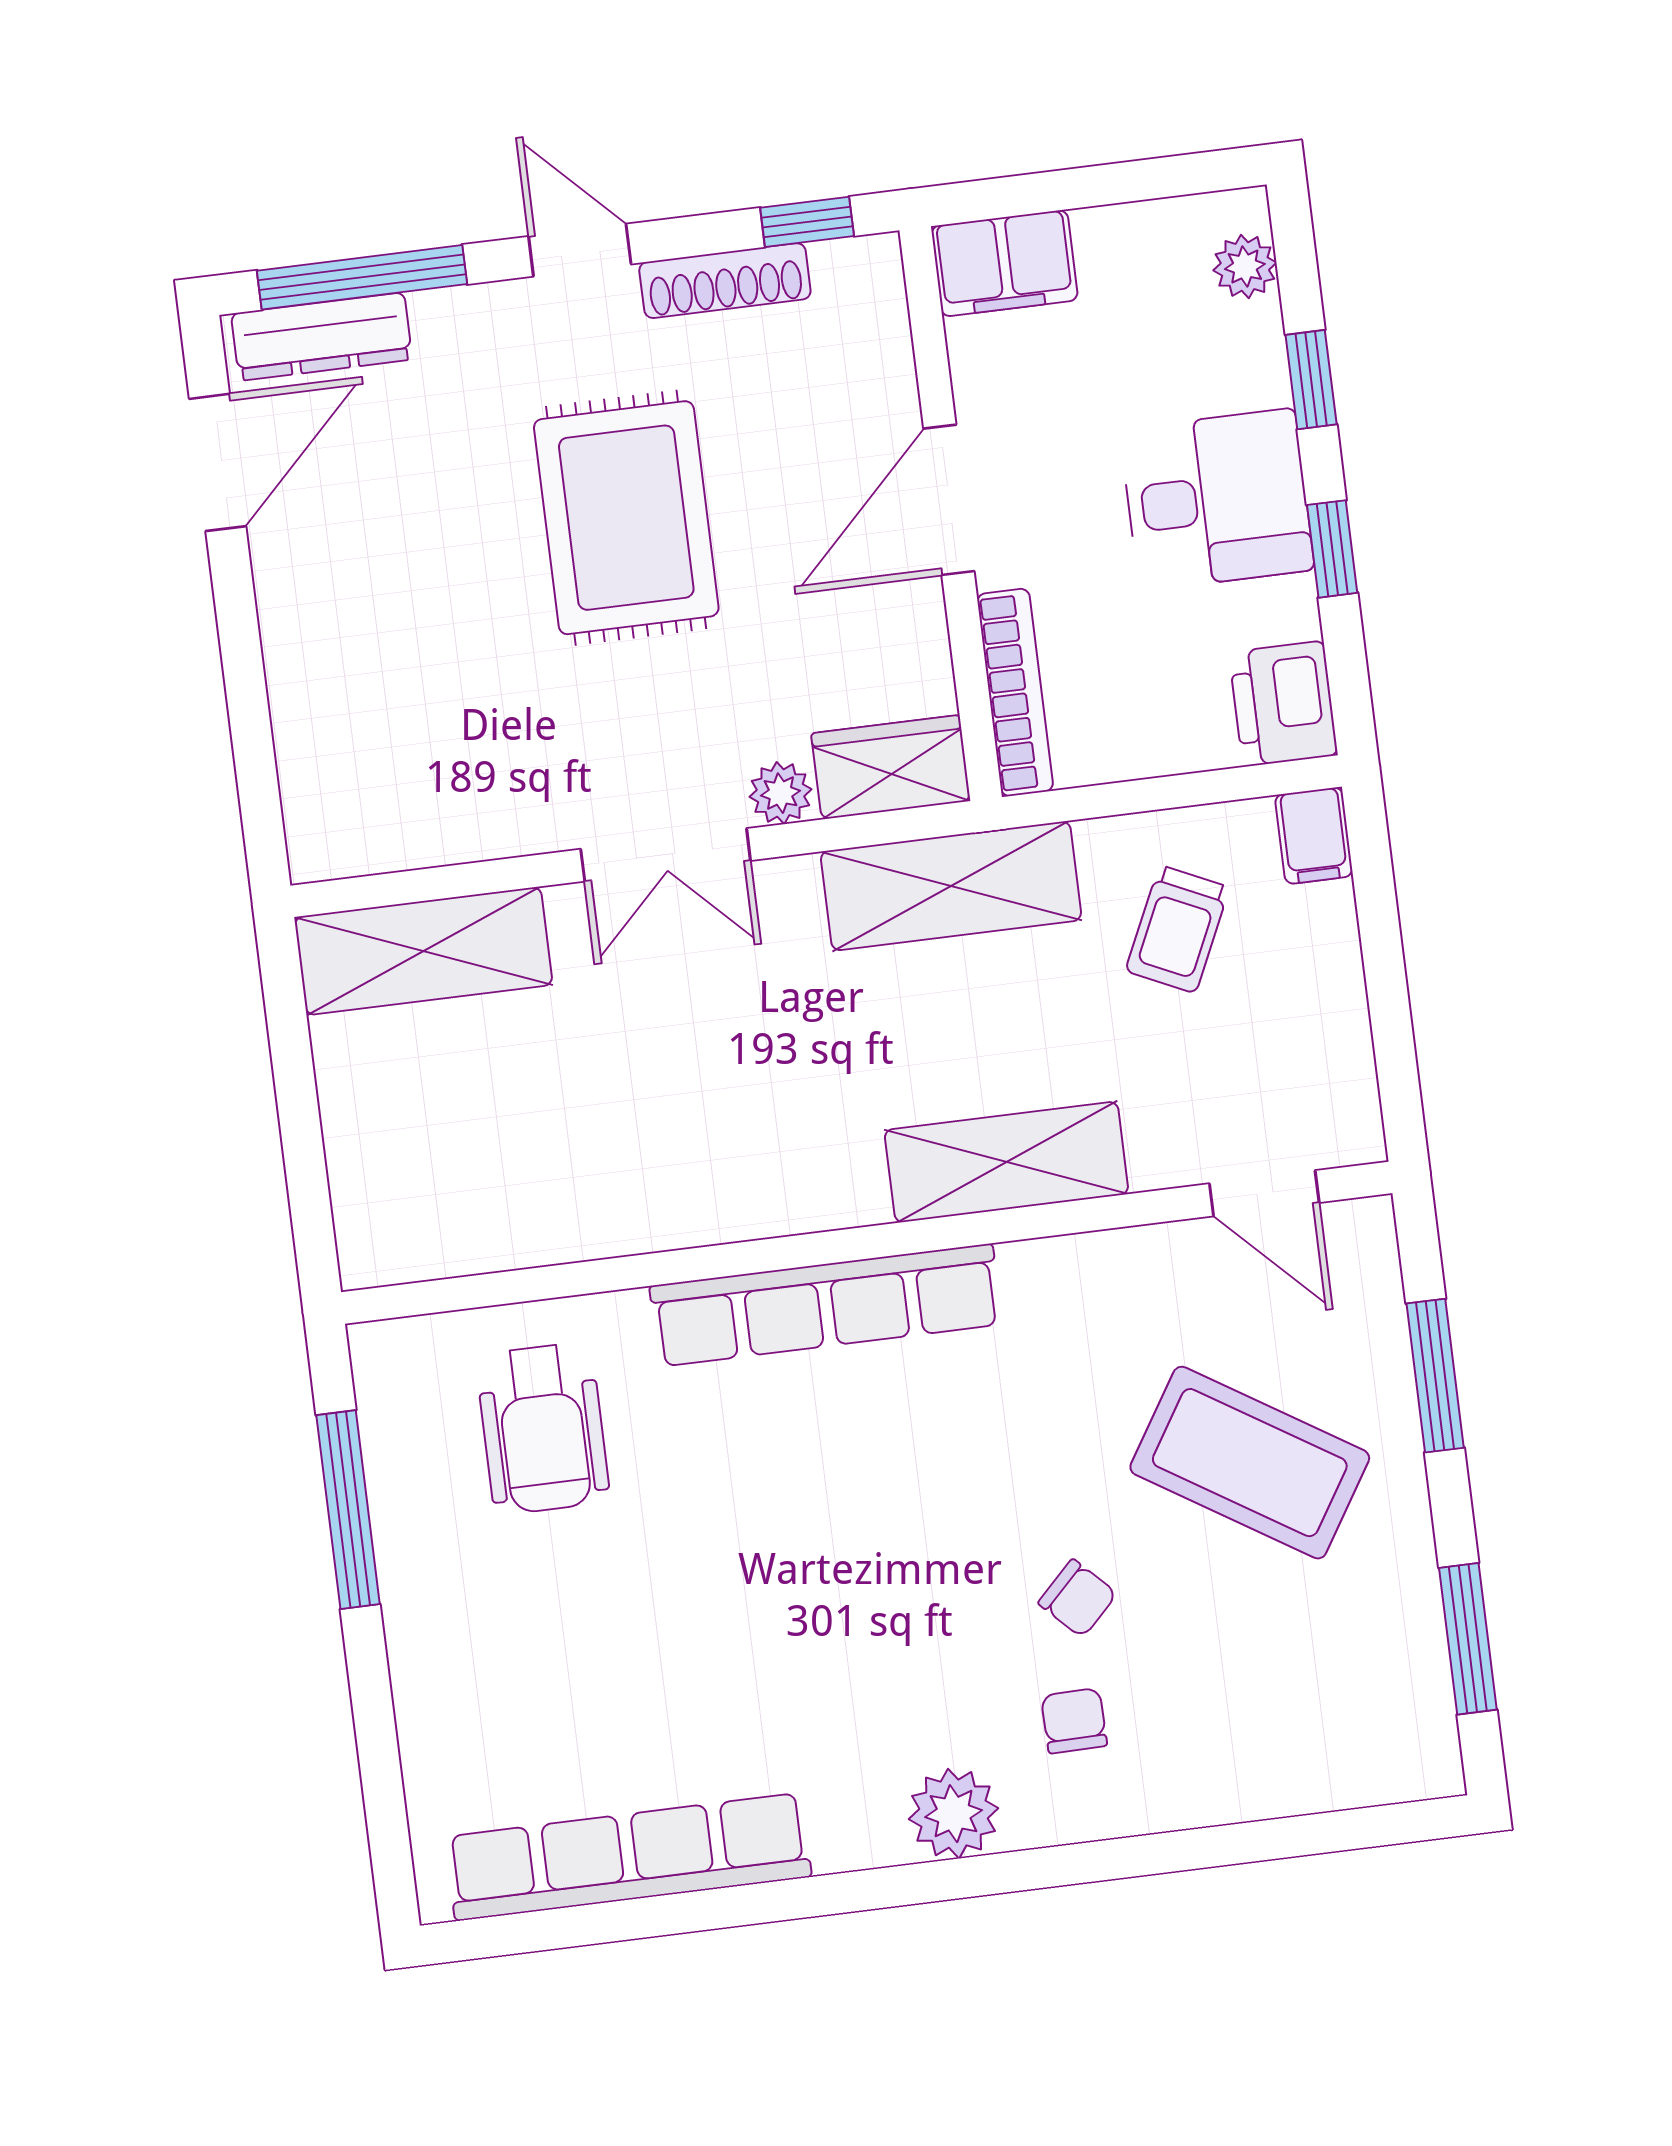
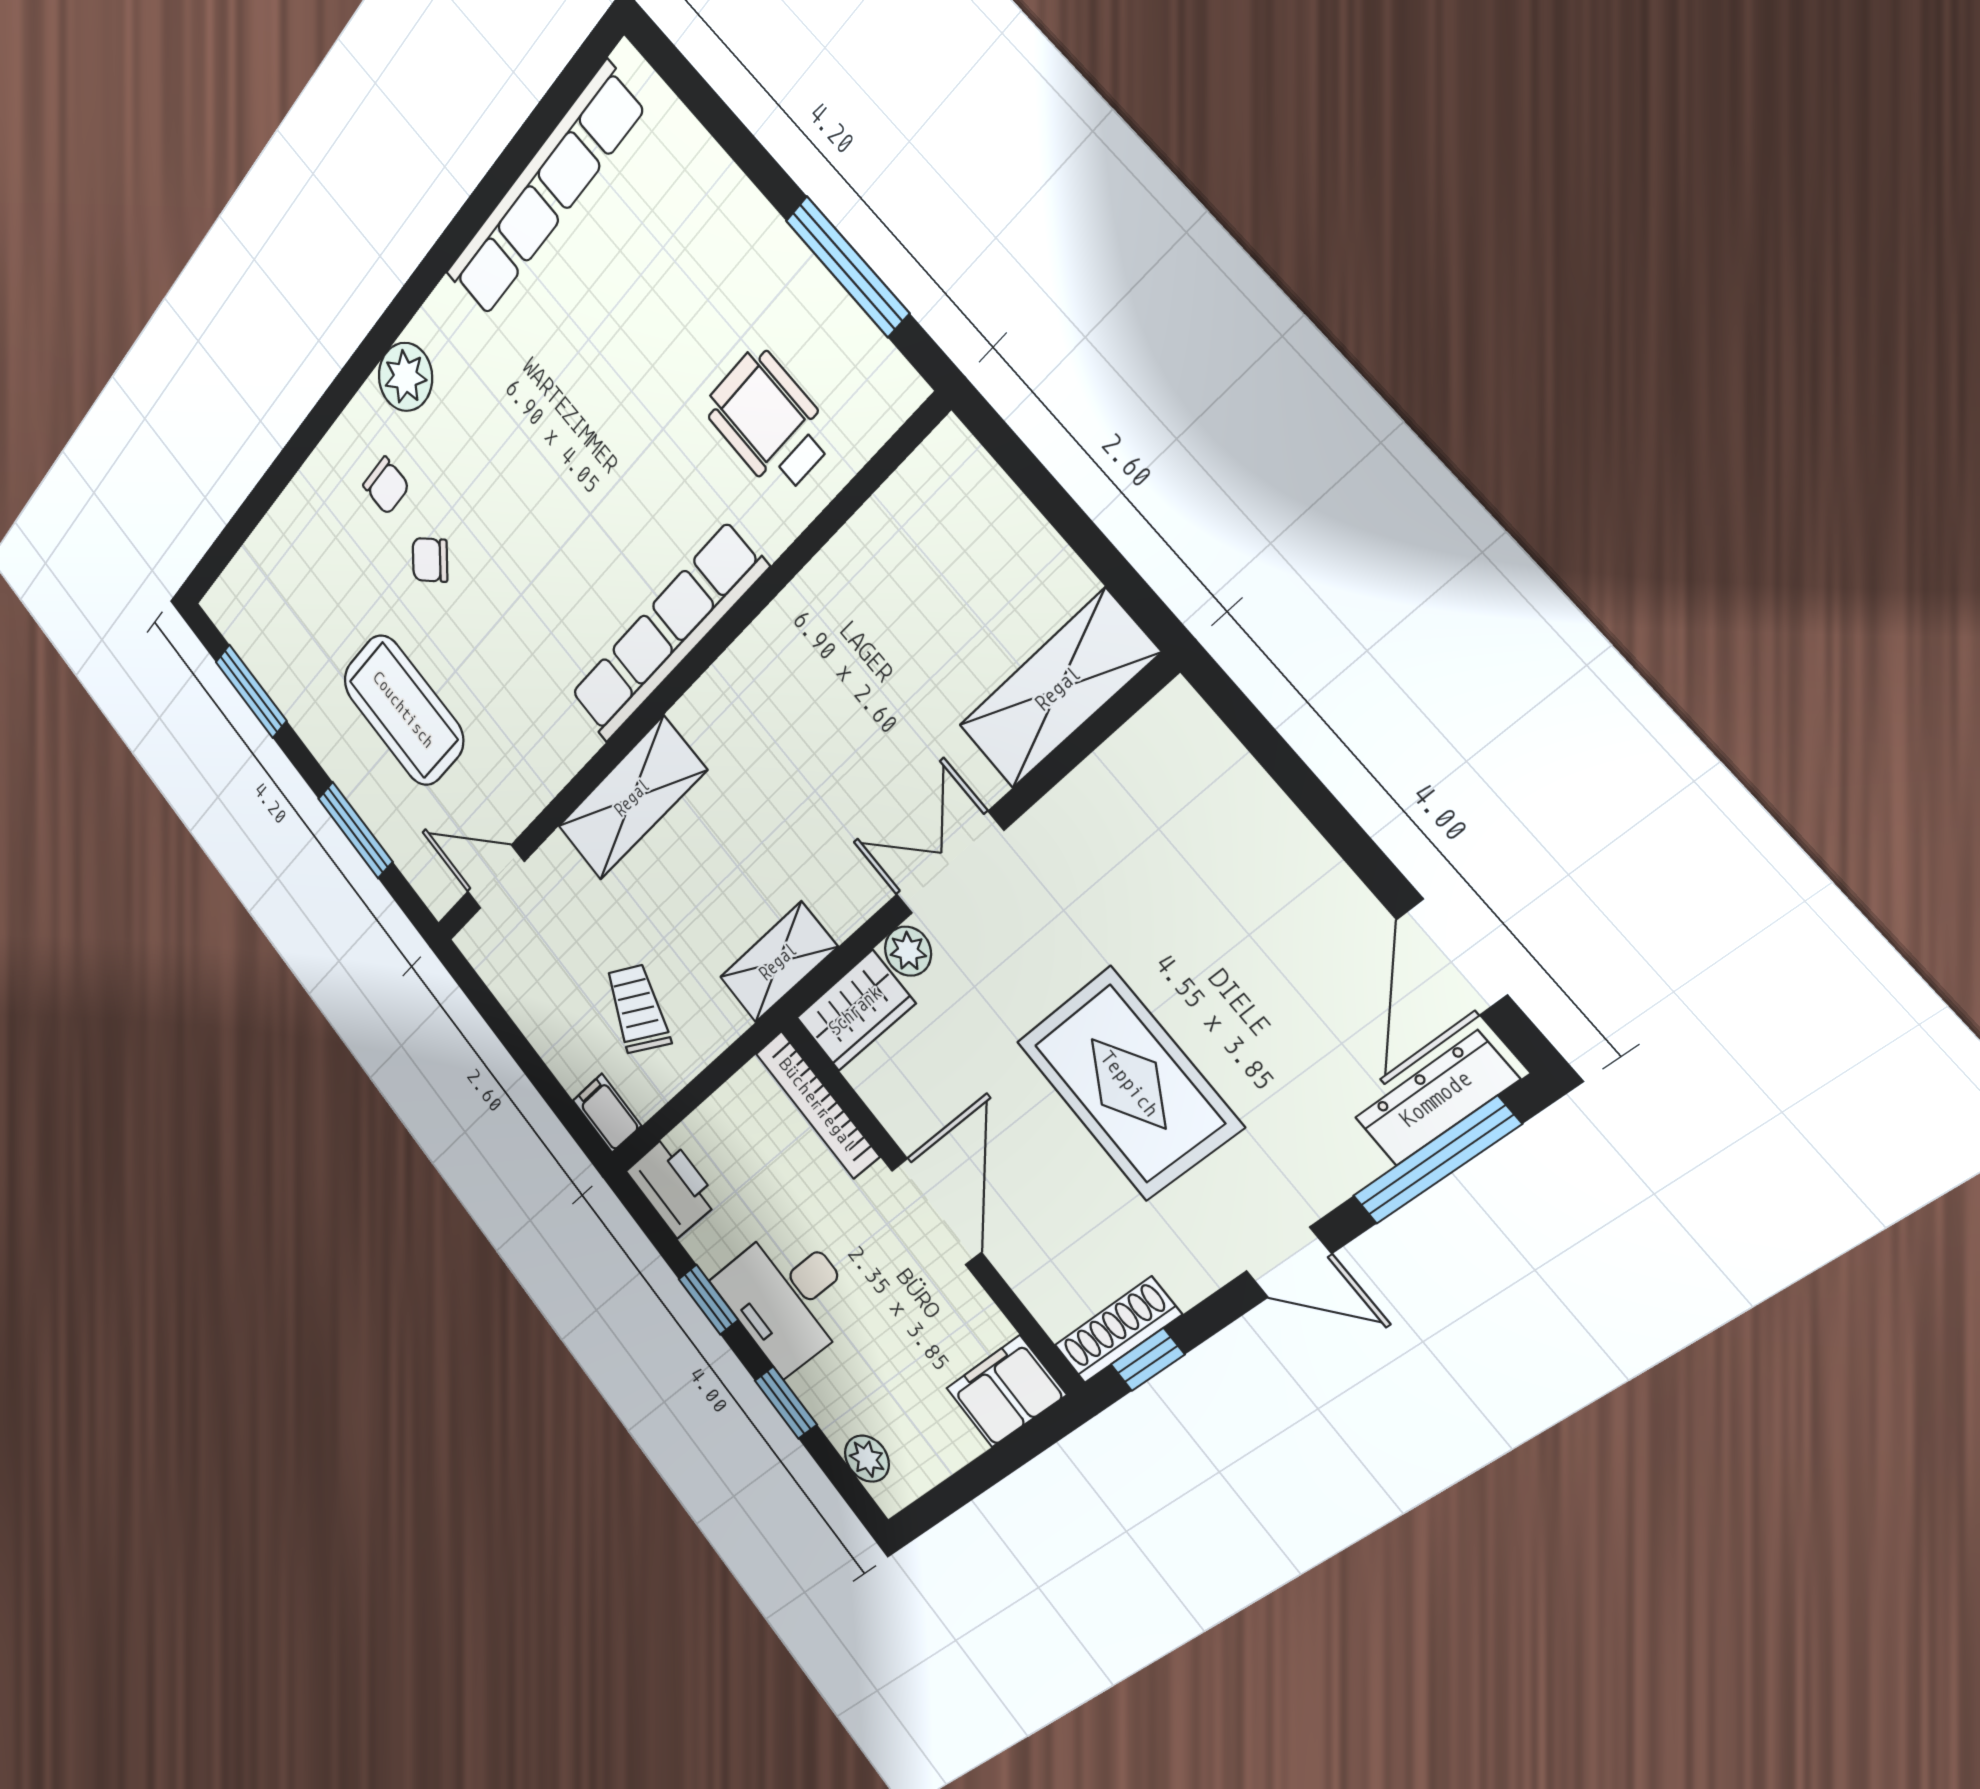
shoe rack: (725, 281) -> (1118, 1330), moved
shelving: (951, 886) -> (778, 962), width x0.67, depth x0.75
coffee table: (1250, 1463) -> (403, 710), turned 58

